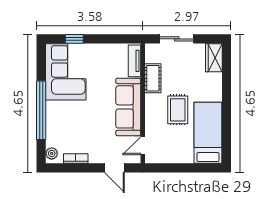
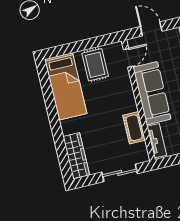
wardrobe: (214, 58) -> (76, 156), width x1.50
rug: (178, 110) -> (95, 65), moved

